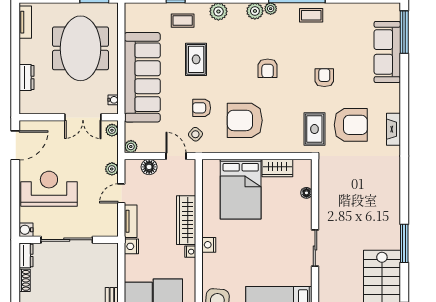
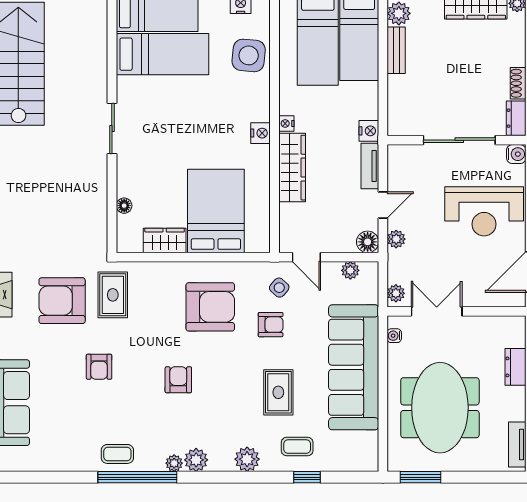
plant: (131, 147) -> (350, 270), moved
floor lamp: (149, 167) -> (368, 242), moved

